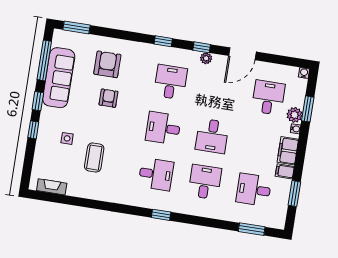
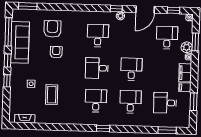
window: (163, 41) -> (173, 10), moved
desk: (212, 136) -> (131, 69), turned 180
desk: (156, 174) -> (96, 101), turned -90

